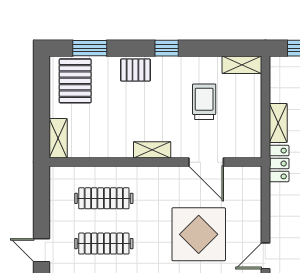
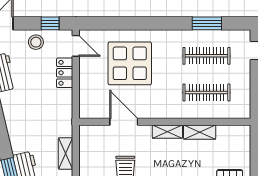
shelving: (58, 138) -> (200, 132), moved, turned 90
locker: (279, 164) -> (65, 73), moved
door: (265, 256) -> (76, 46), hinge flipped

